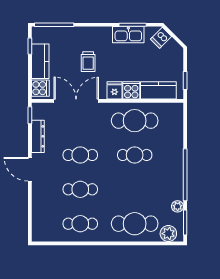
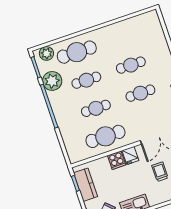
kitchen counter: (158, 90) -> (85, 185), moved, turned -90
plant: (178, 206) -> (52, 81), width x1.87, depth x1.87
cafe table: (80, 224) -> (86, 80), moved

